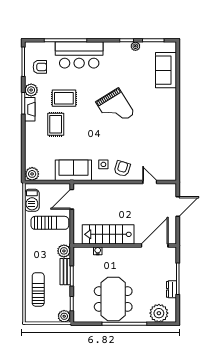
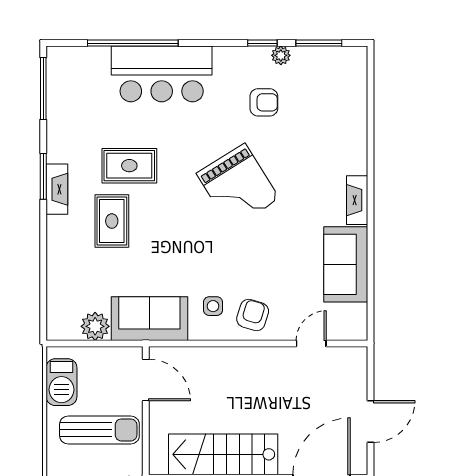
armchair: (40, 67) -> (264, 102), moved
sofa: (166, 70) -> (346, 264), moved
plant: (31, 90) -> (60, 148), removed
fireplace: (171, 114) -> (357, 200), added
plant: (32, 174) -> (95, 326), moved
door: (150, 182) -> (311, 343), hinge flipped
door: (72, 199) -> (146, 380), swing flipped
door: (178, 207) -> (370, 422), moved

